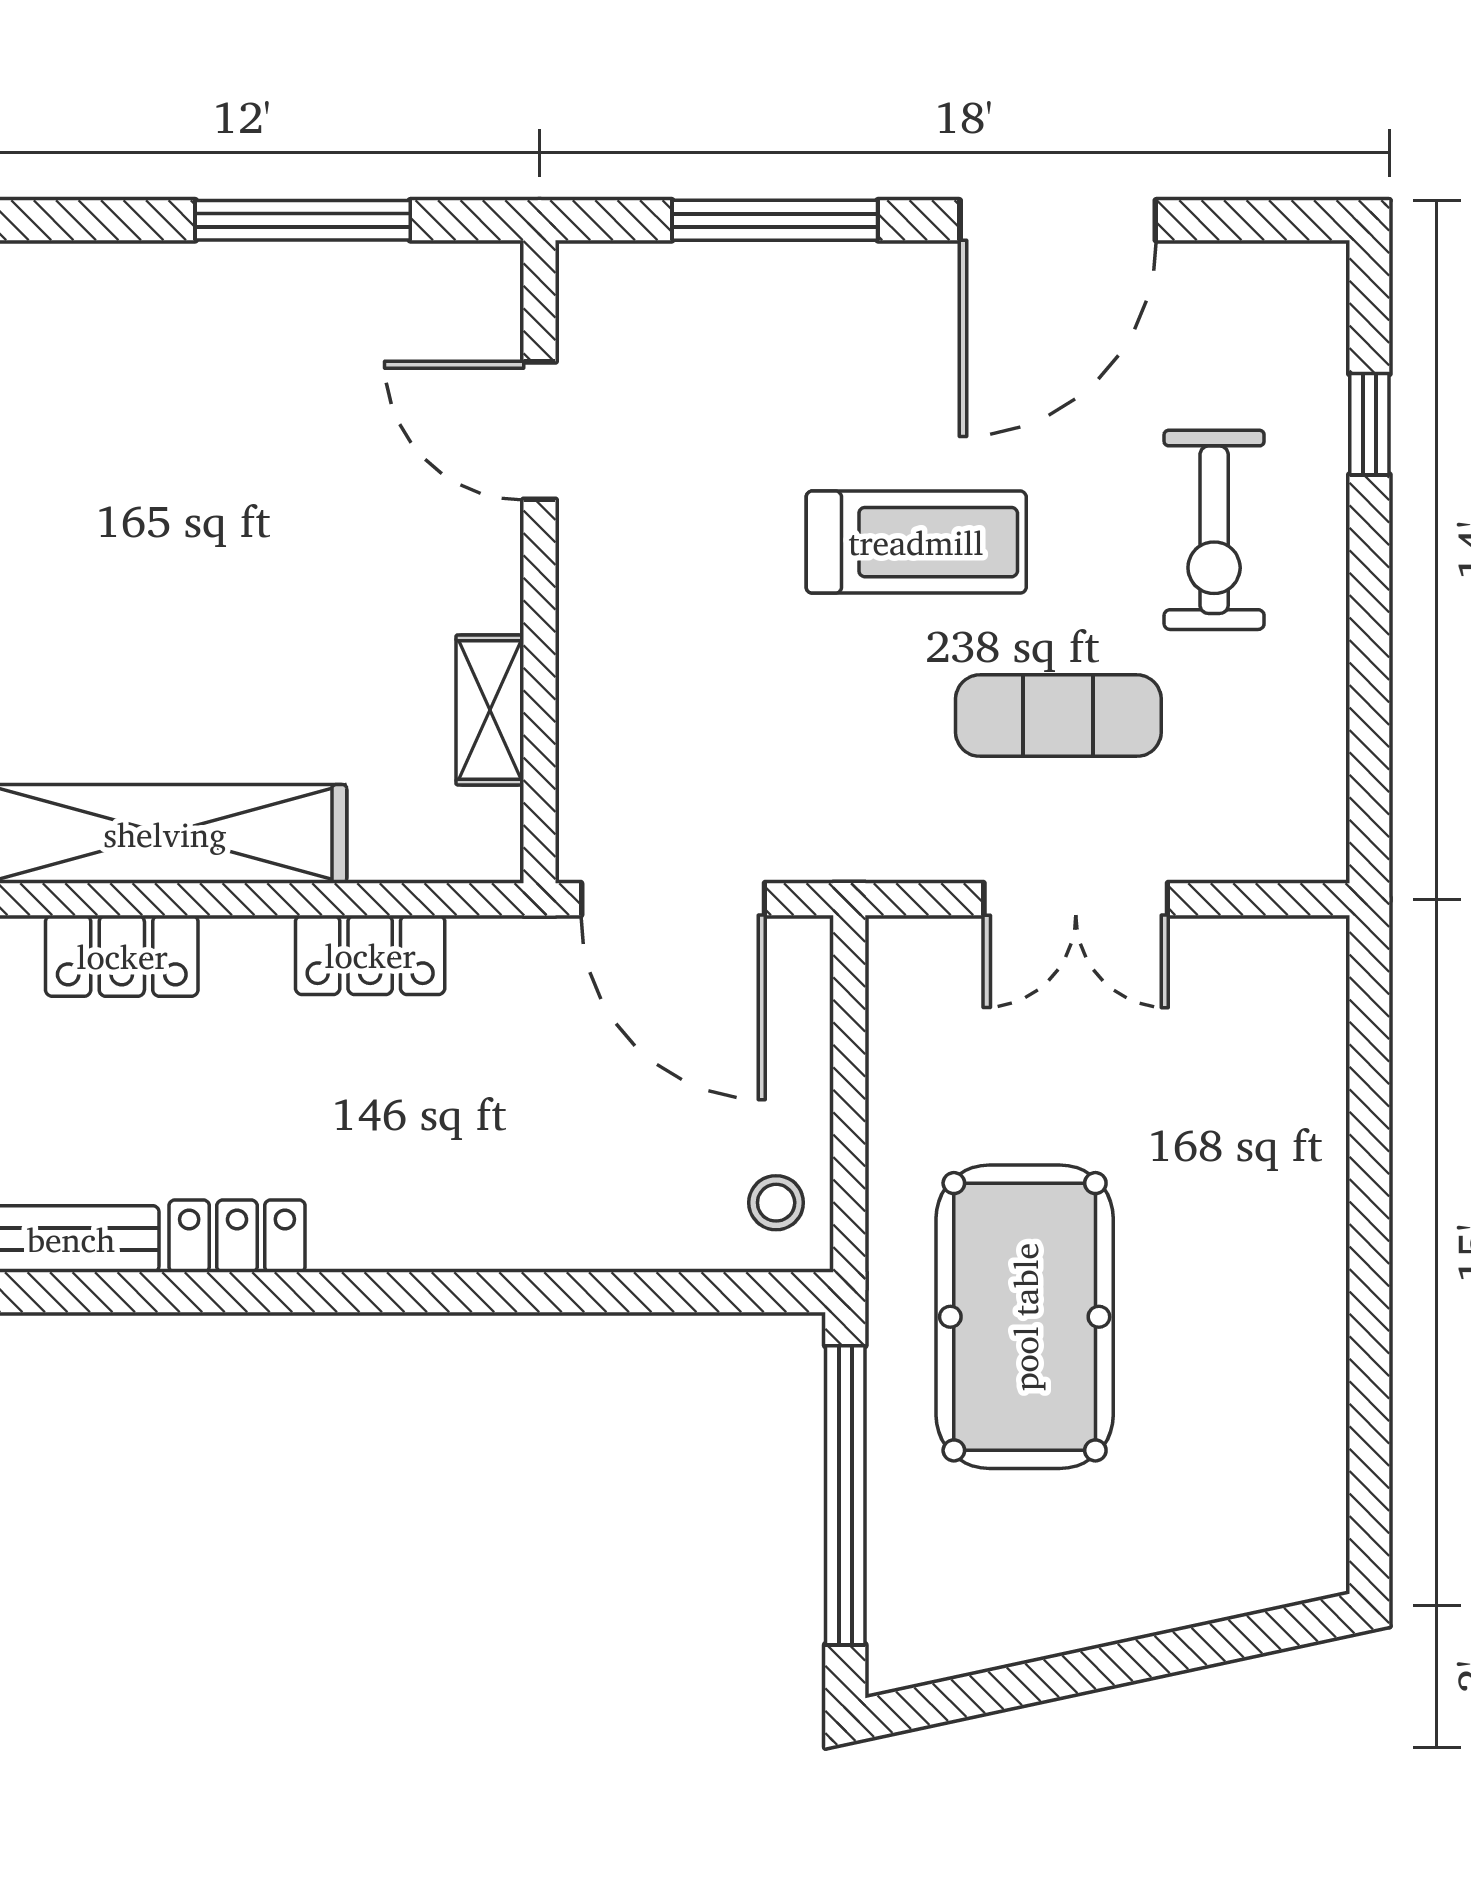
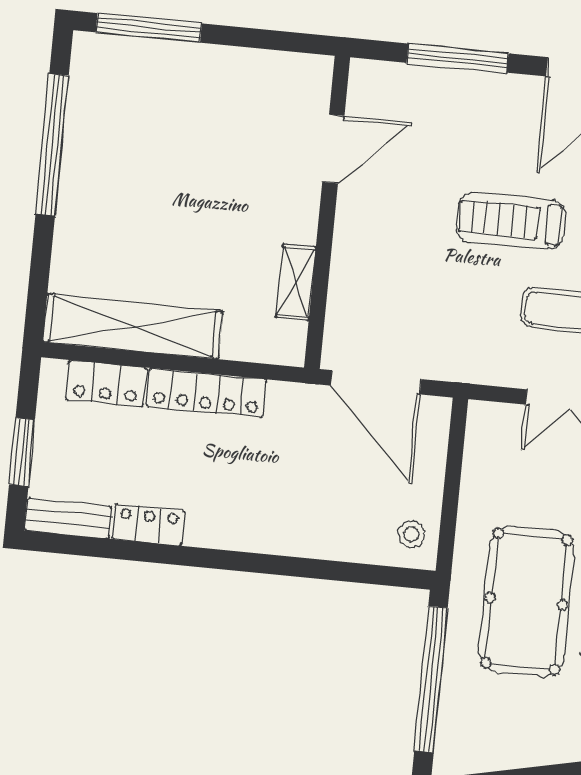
window: (303, 220) -> (149, 28), moved
door: (540, 431) -> (333, 149), swing flipped
treadmill: (916, 542) -> (511, 221), turned 180
locker: (370, 955) -> (206, 393), width x1.53

